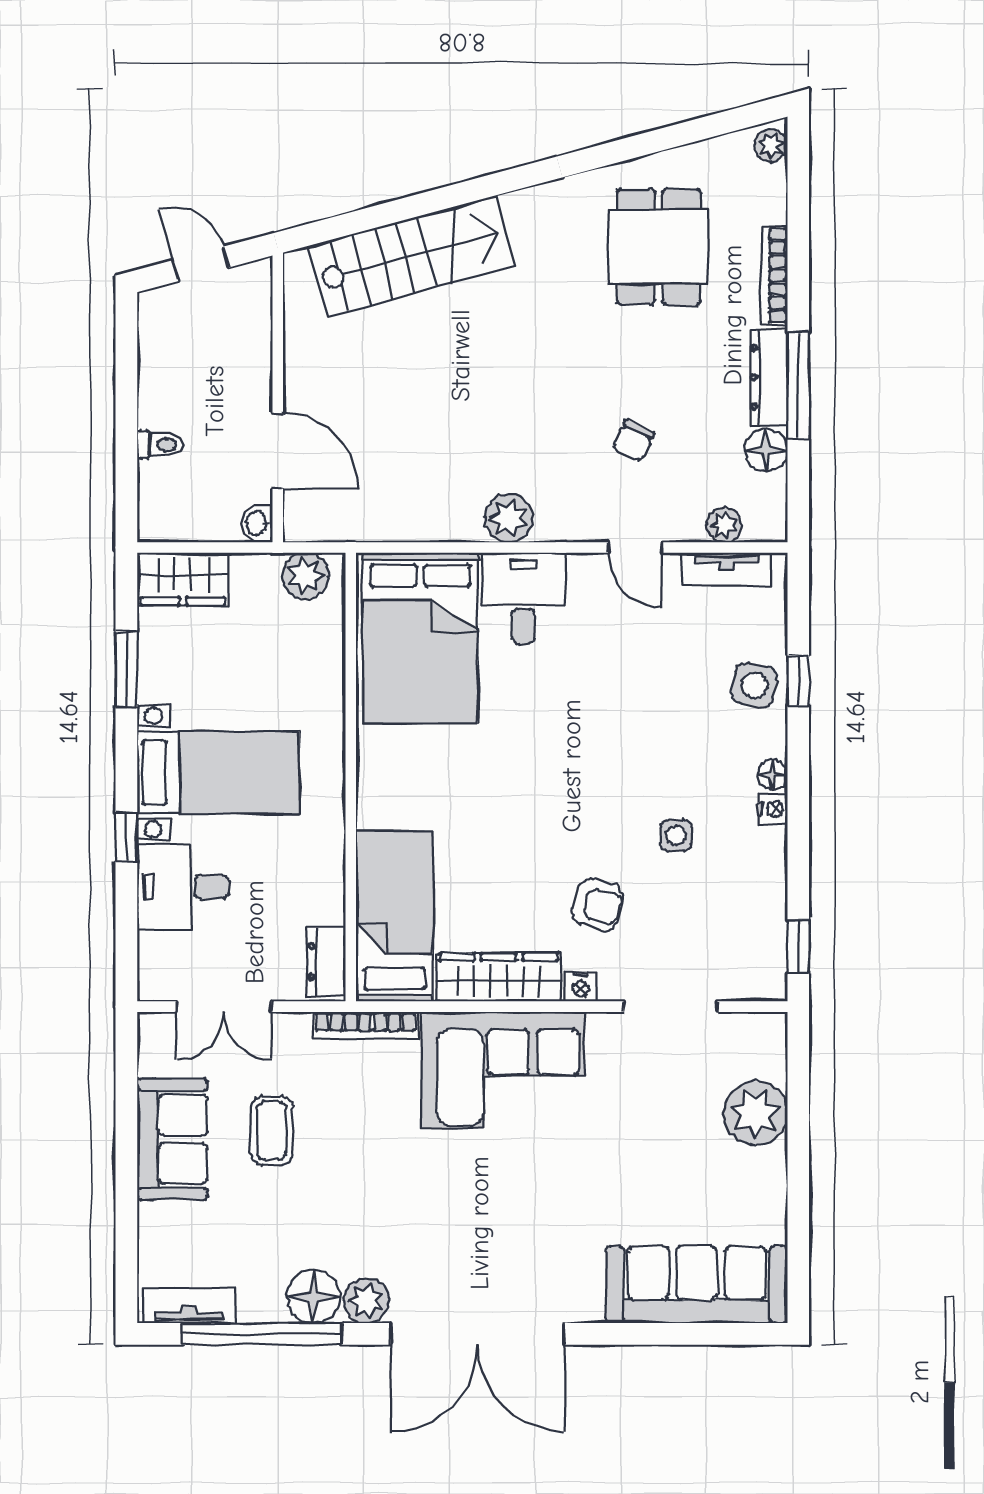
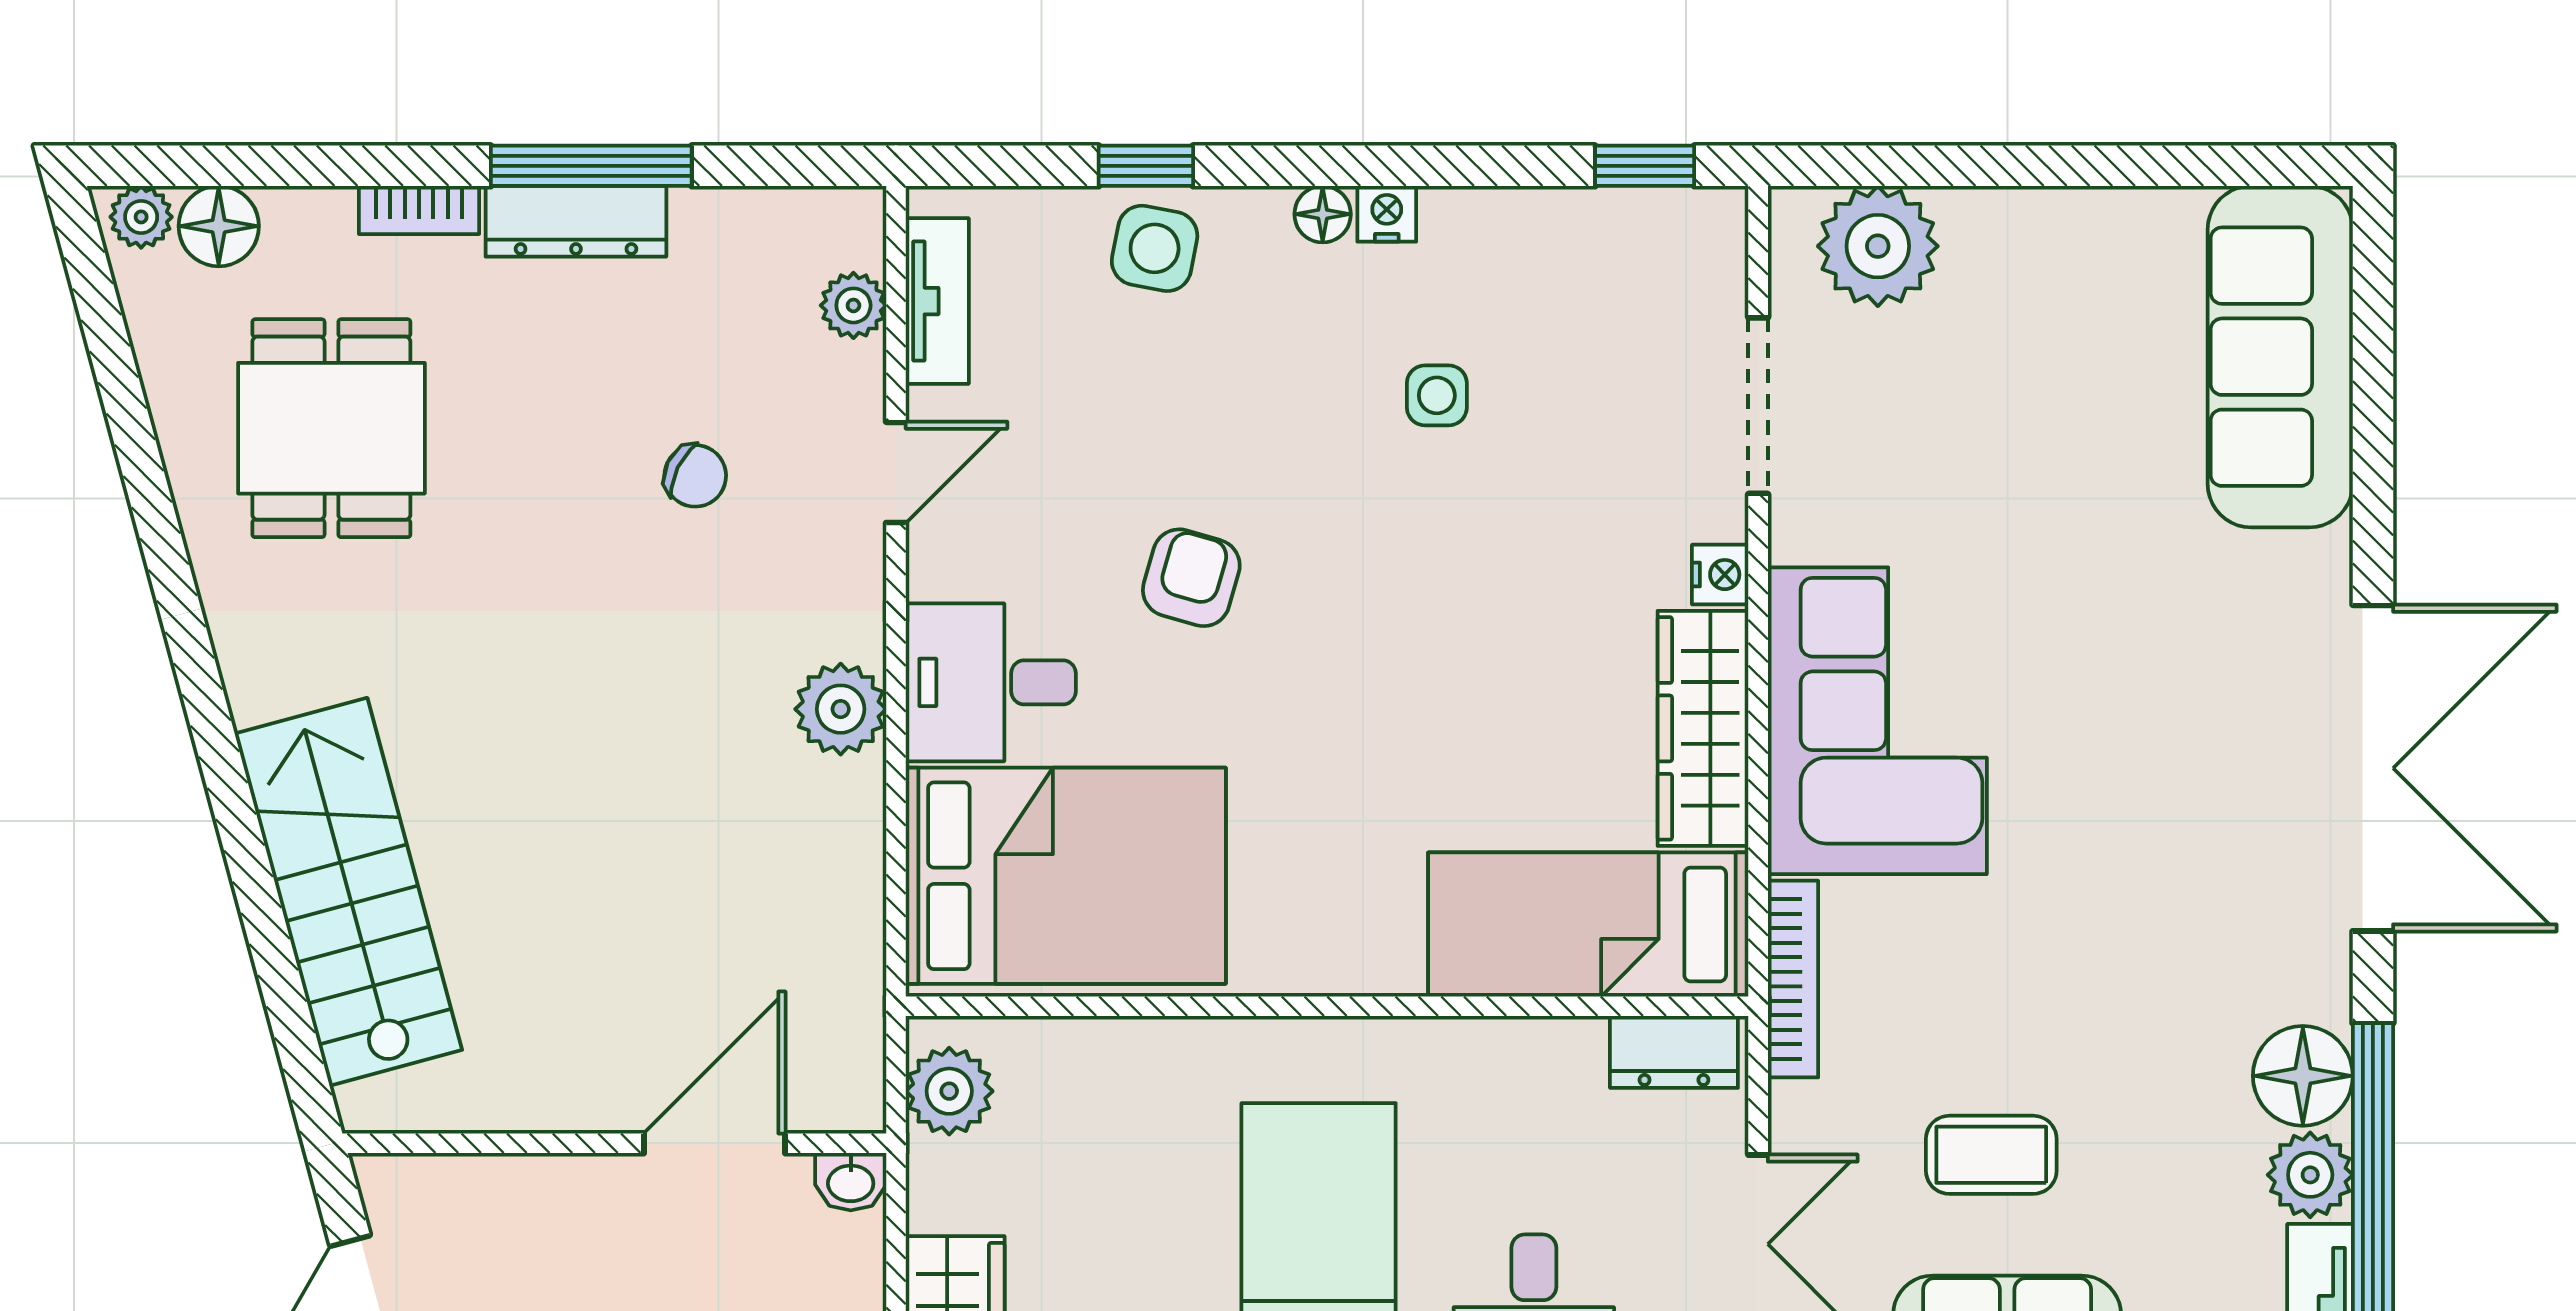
dining table: (659, 247) -> (331, 428), turned 90
bookcase: (775, 276) -> (419, 210), width x0.64
floor lamp: (766, 450) -> (219, 226), moved
armchair: (597, 905) -> (1191, 578), moved
plant: (755, 1113) -> (1878, 246), moved
plant: (366, 1301) -> (2310, 1175), moved

